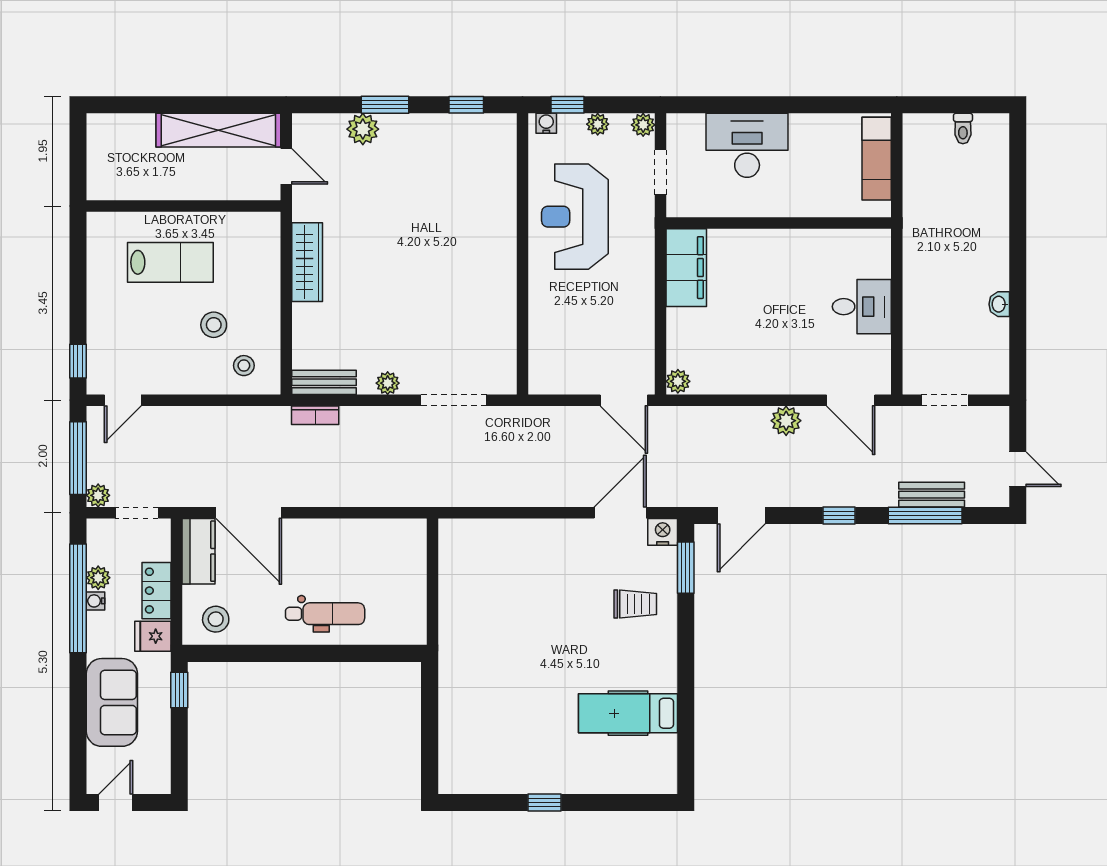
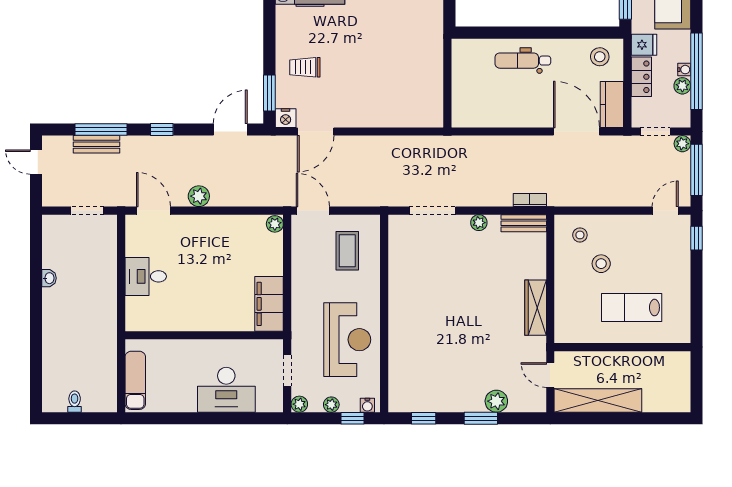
coffee table: (575, 343) -> (347, 251), added

